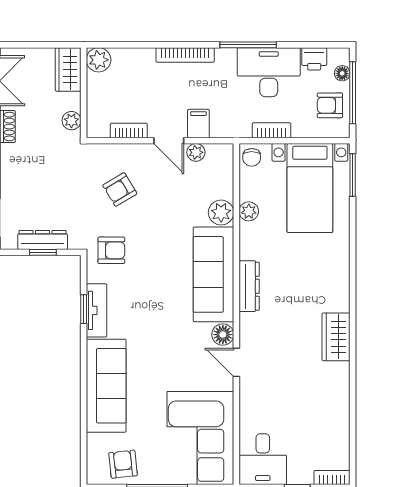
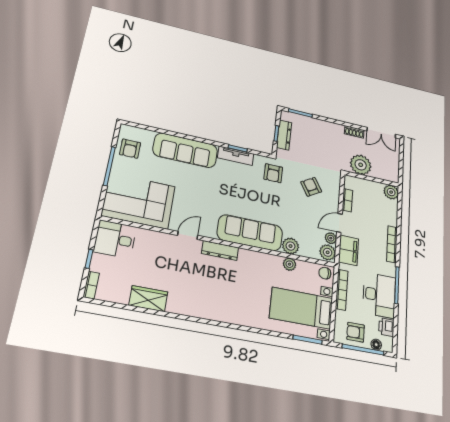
wardrobe: (68, 69) -> (386, 173), removed
armchair: (330, 105) -> (356, 332), turned -90
plant: (71, 121) -> (361, 165), width x1.87, depth x1.87
filing cabinet: (198, 124) -> (349, 250), width x2.00
bookcase: (272, 130) -> (342, 290), width x1.56
plant: (219, 156) -> (328, 252), added
dresser: (249, 286) -> (220, 250), moved
floor lamp: (223, 335) -> (208, 230), removed
wardrobe: (336, 337) -> (148, 299), moved
armchair: (123, 464) -> (130, 149), turned 96

